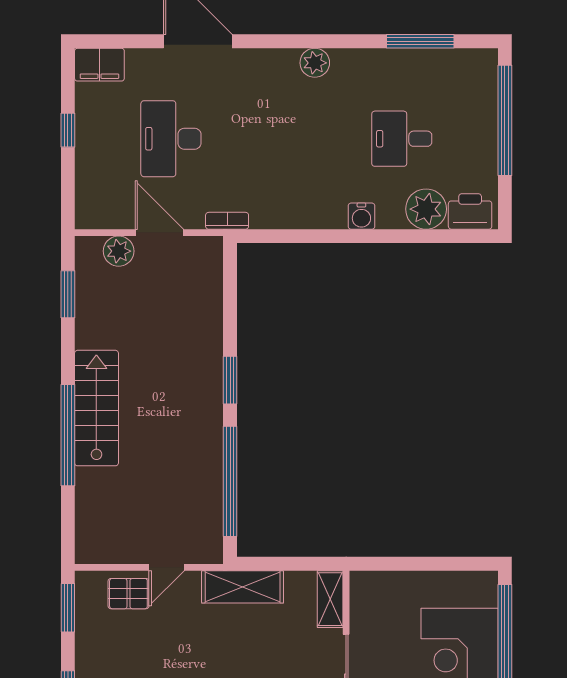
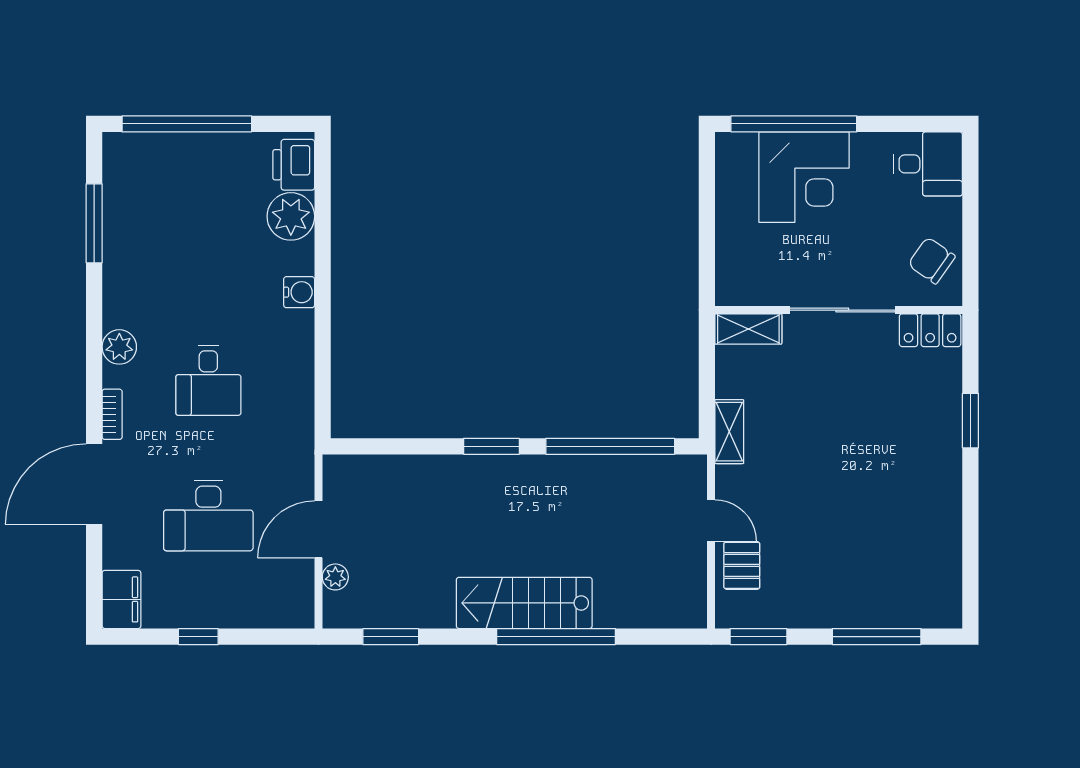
desk: (402, 139) -> (208, 380), moved
bookcase: (227, 221) -> (112, 414), moved, turned 180
plant: (119, 251) -> (335, 577), width x0.73, depth x0.73
shelving: (243, 587) -> (729, 432), width x0.67, depth x0.75

